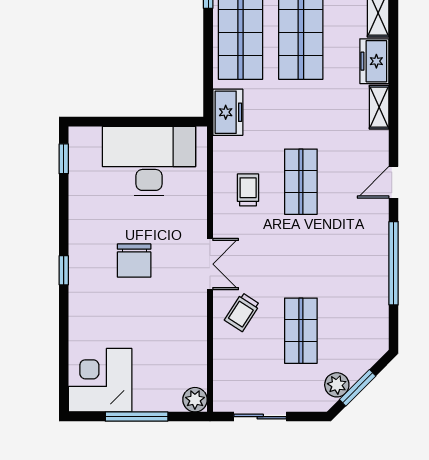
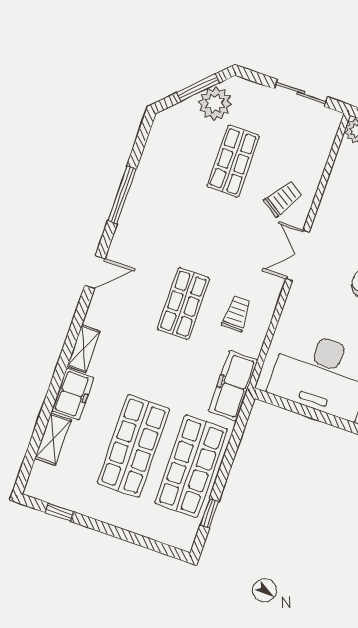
freezer: (228, 112) -> (233, 386), width x1.40
trolley: (248, 190) -> (237, 313), turned 180
window: (394, 263) -> (122, 195), width x0.68
plant: (337, 385) -> (215, 103), width x1.36, depth x1.36

